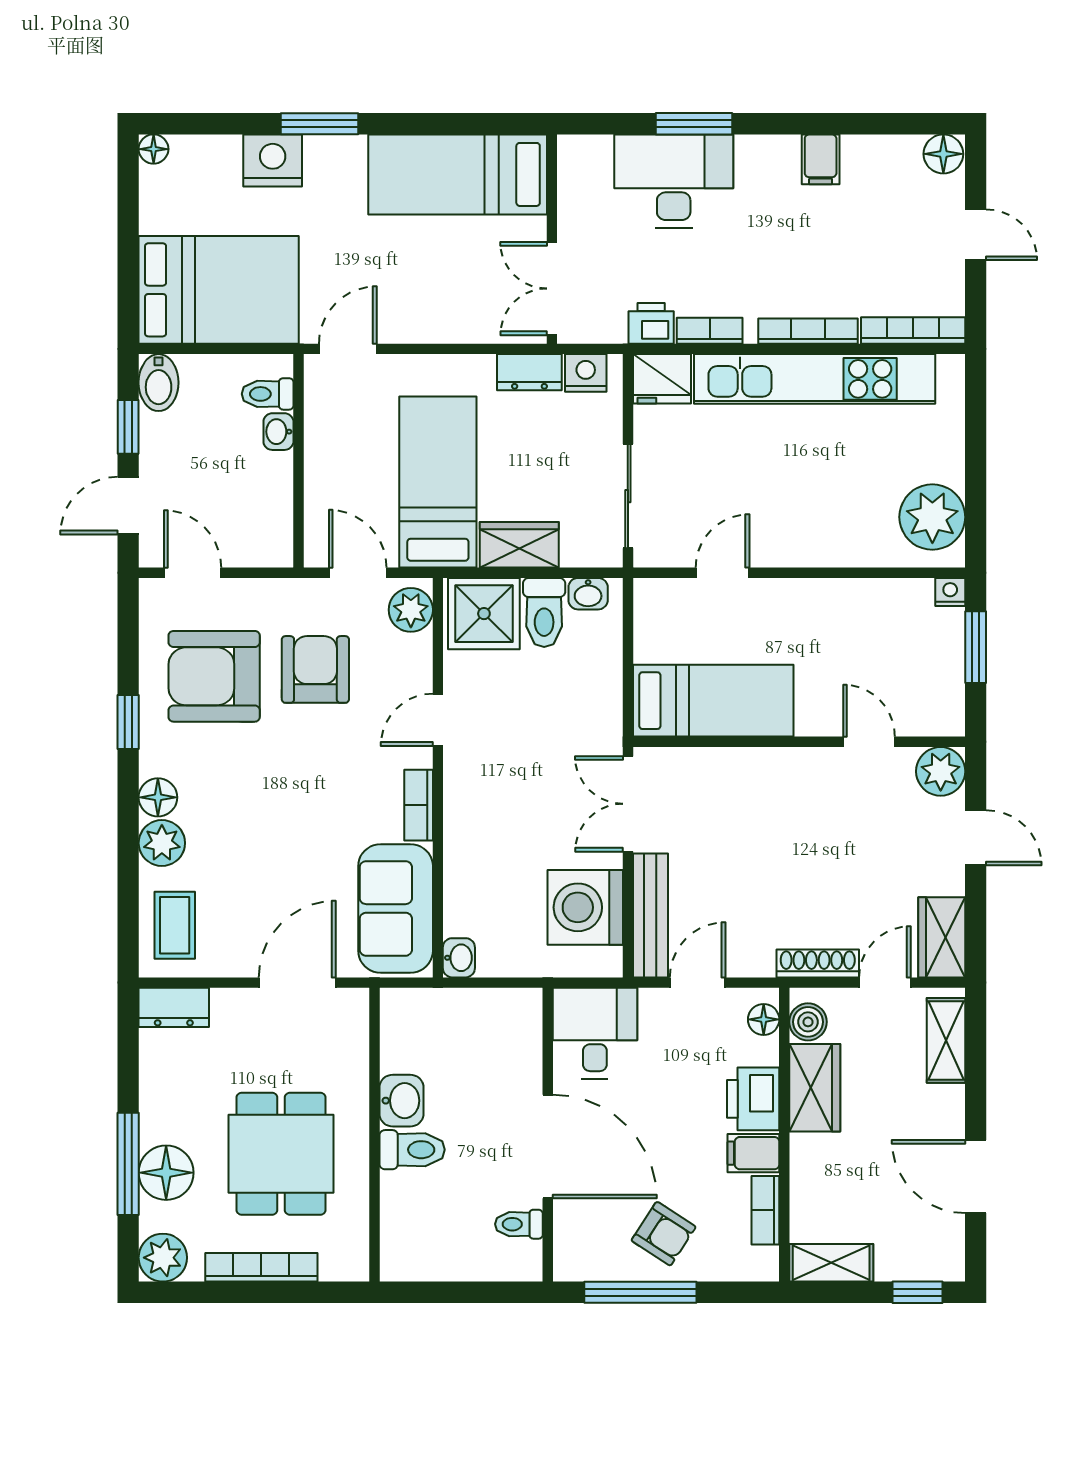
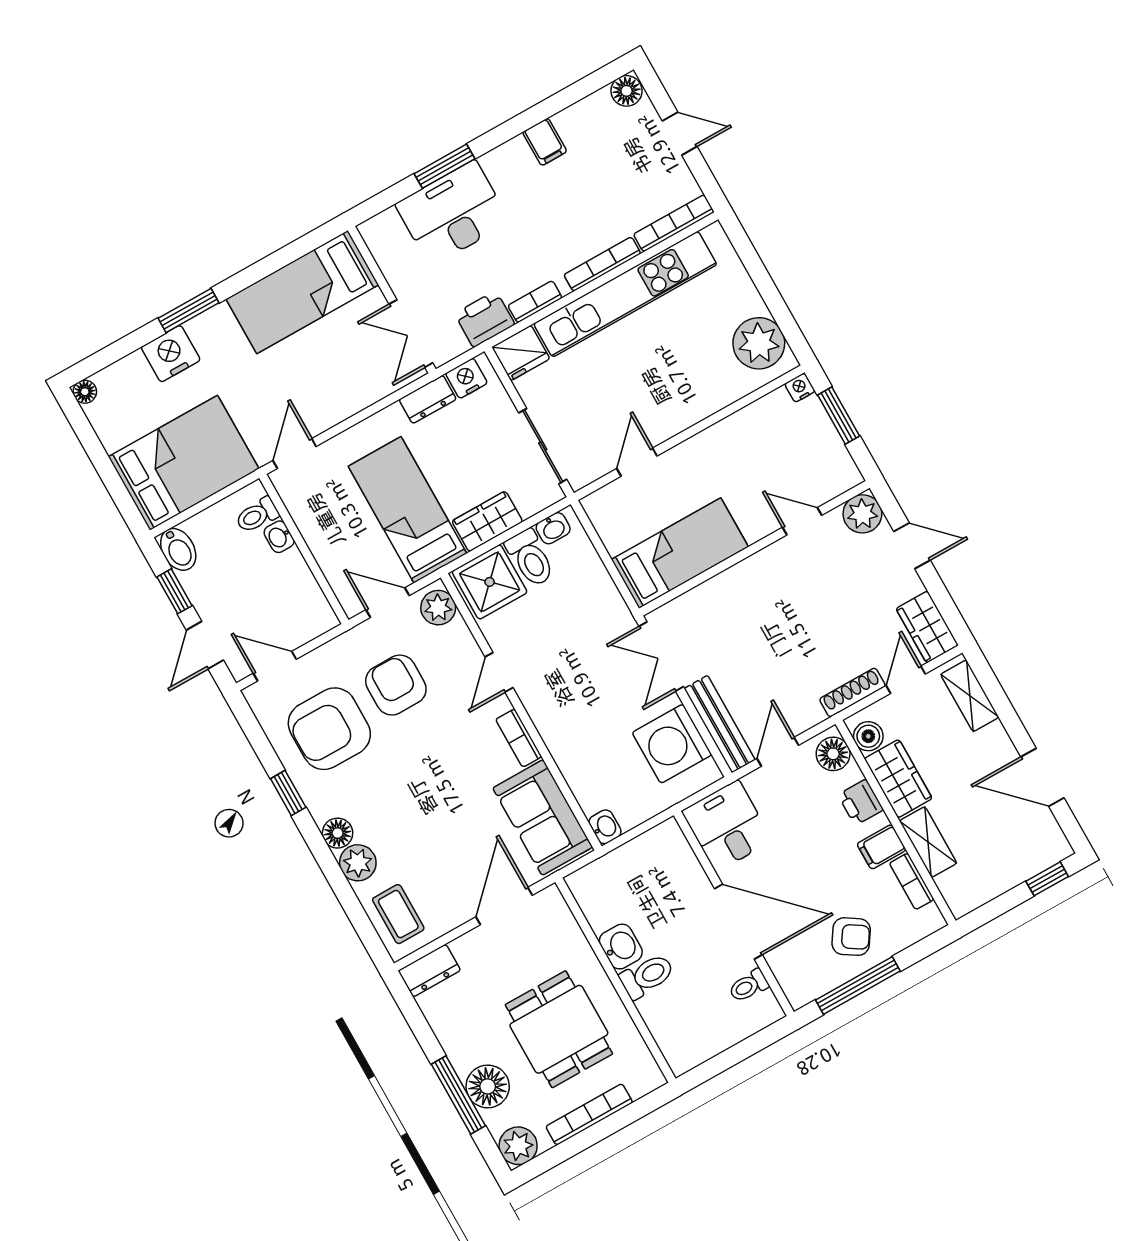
printer: (651, 323) -> (485, 319), width x1.36, depth x1.24
floor lamp: (764, 1019) -> (833, 754), width x1.37, depth x1.37
printer: (753, 1099) -> (861, 802), width x0.73, depth x0.81
shelving: (831, 1263) -> (928, 842), moved, turned 90

